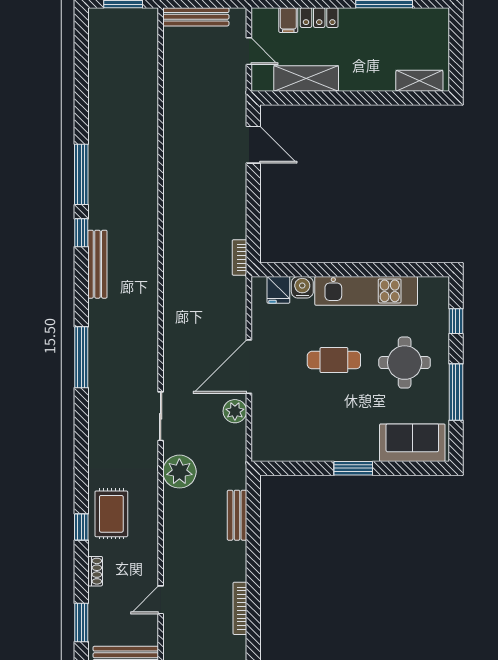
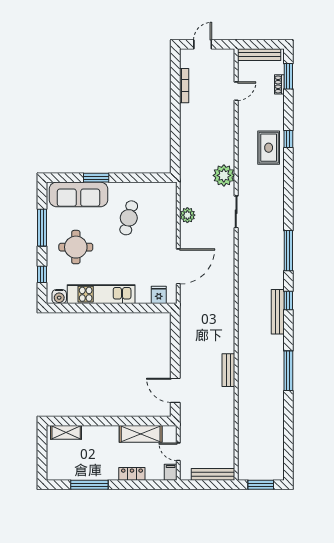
filing cabinet: (288, 20) -> (171, 472), moved
window: (81, 233) -> (288, 300), moved
bookcase: (239, 257) -> (184, 316), removed
water cooler: (302, 287) -> (59, 297), moved
cafe table: (334, 360) -> (129, 218), moved, turned -76
door: (249, 367) -> (178, 266), moved
sofa: (412, 443) -> (79, 194), width x1.36
window: (353, 468) -> (96, 178), moved
bench: (237, 515) -> (228, 370), moved
shoe rack: (95, 571) -> (279, 84), moved

